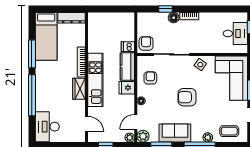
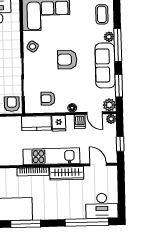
armchair: (146, 43) -> (12, 104), turned 90
dishwasher: (128, 47) -> (80, 122), moved
wardrobe: (79, 89) -> (67, 173), width x1.50
window: (32, 95) -> (87, 222), moved
armchair: (187, 97) -> (67, 60), turned 90
door: (87, 124) -> (98, 165), hinge flipped
sofa: (175, 133) -> (105, 65), width x1.36

